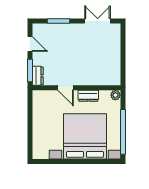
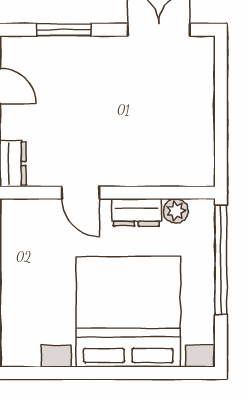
plant: (115, 95) -> (176, 211), moved
window: (123, 132) -> (221, 260), moved

